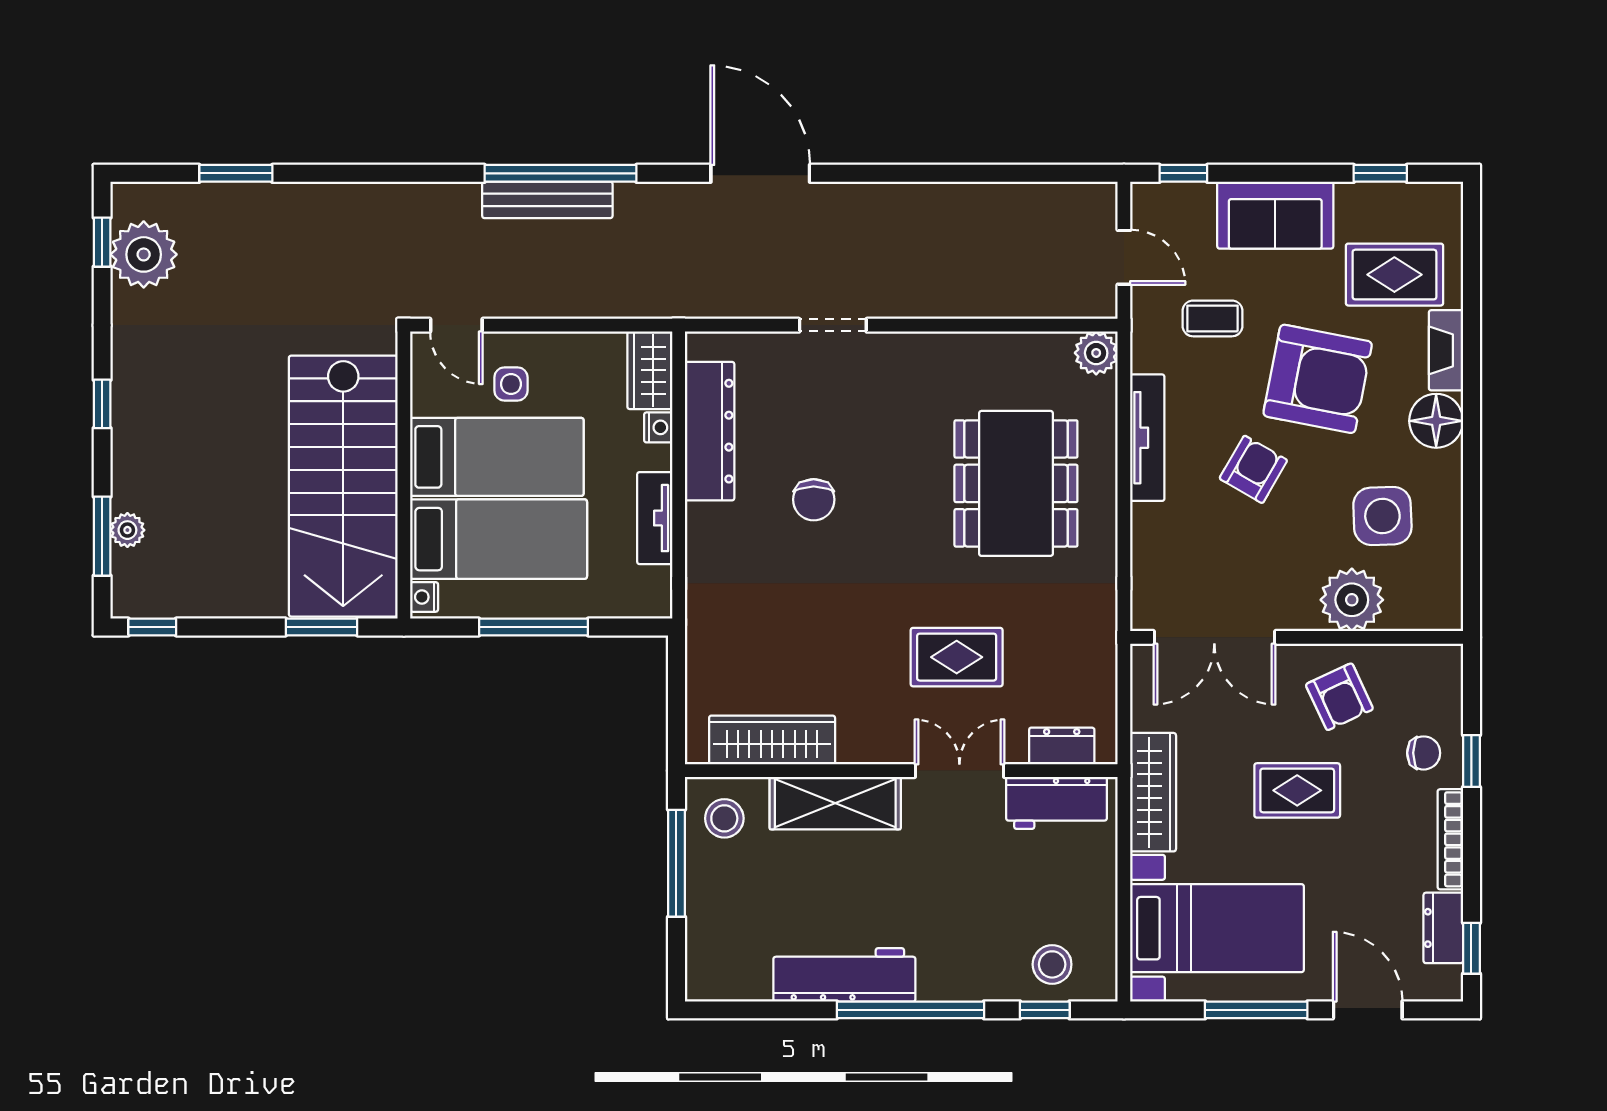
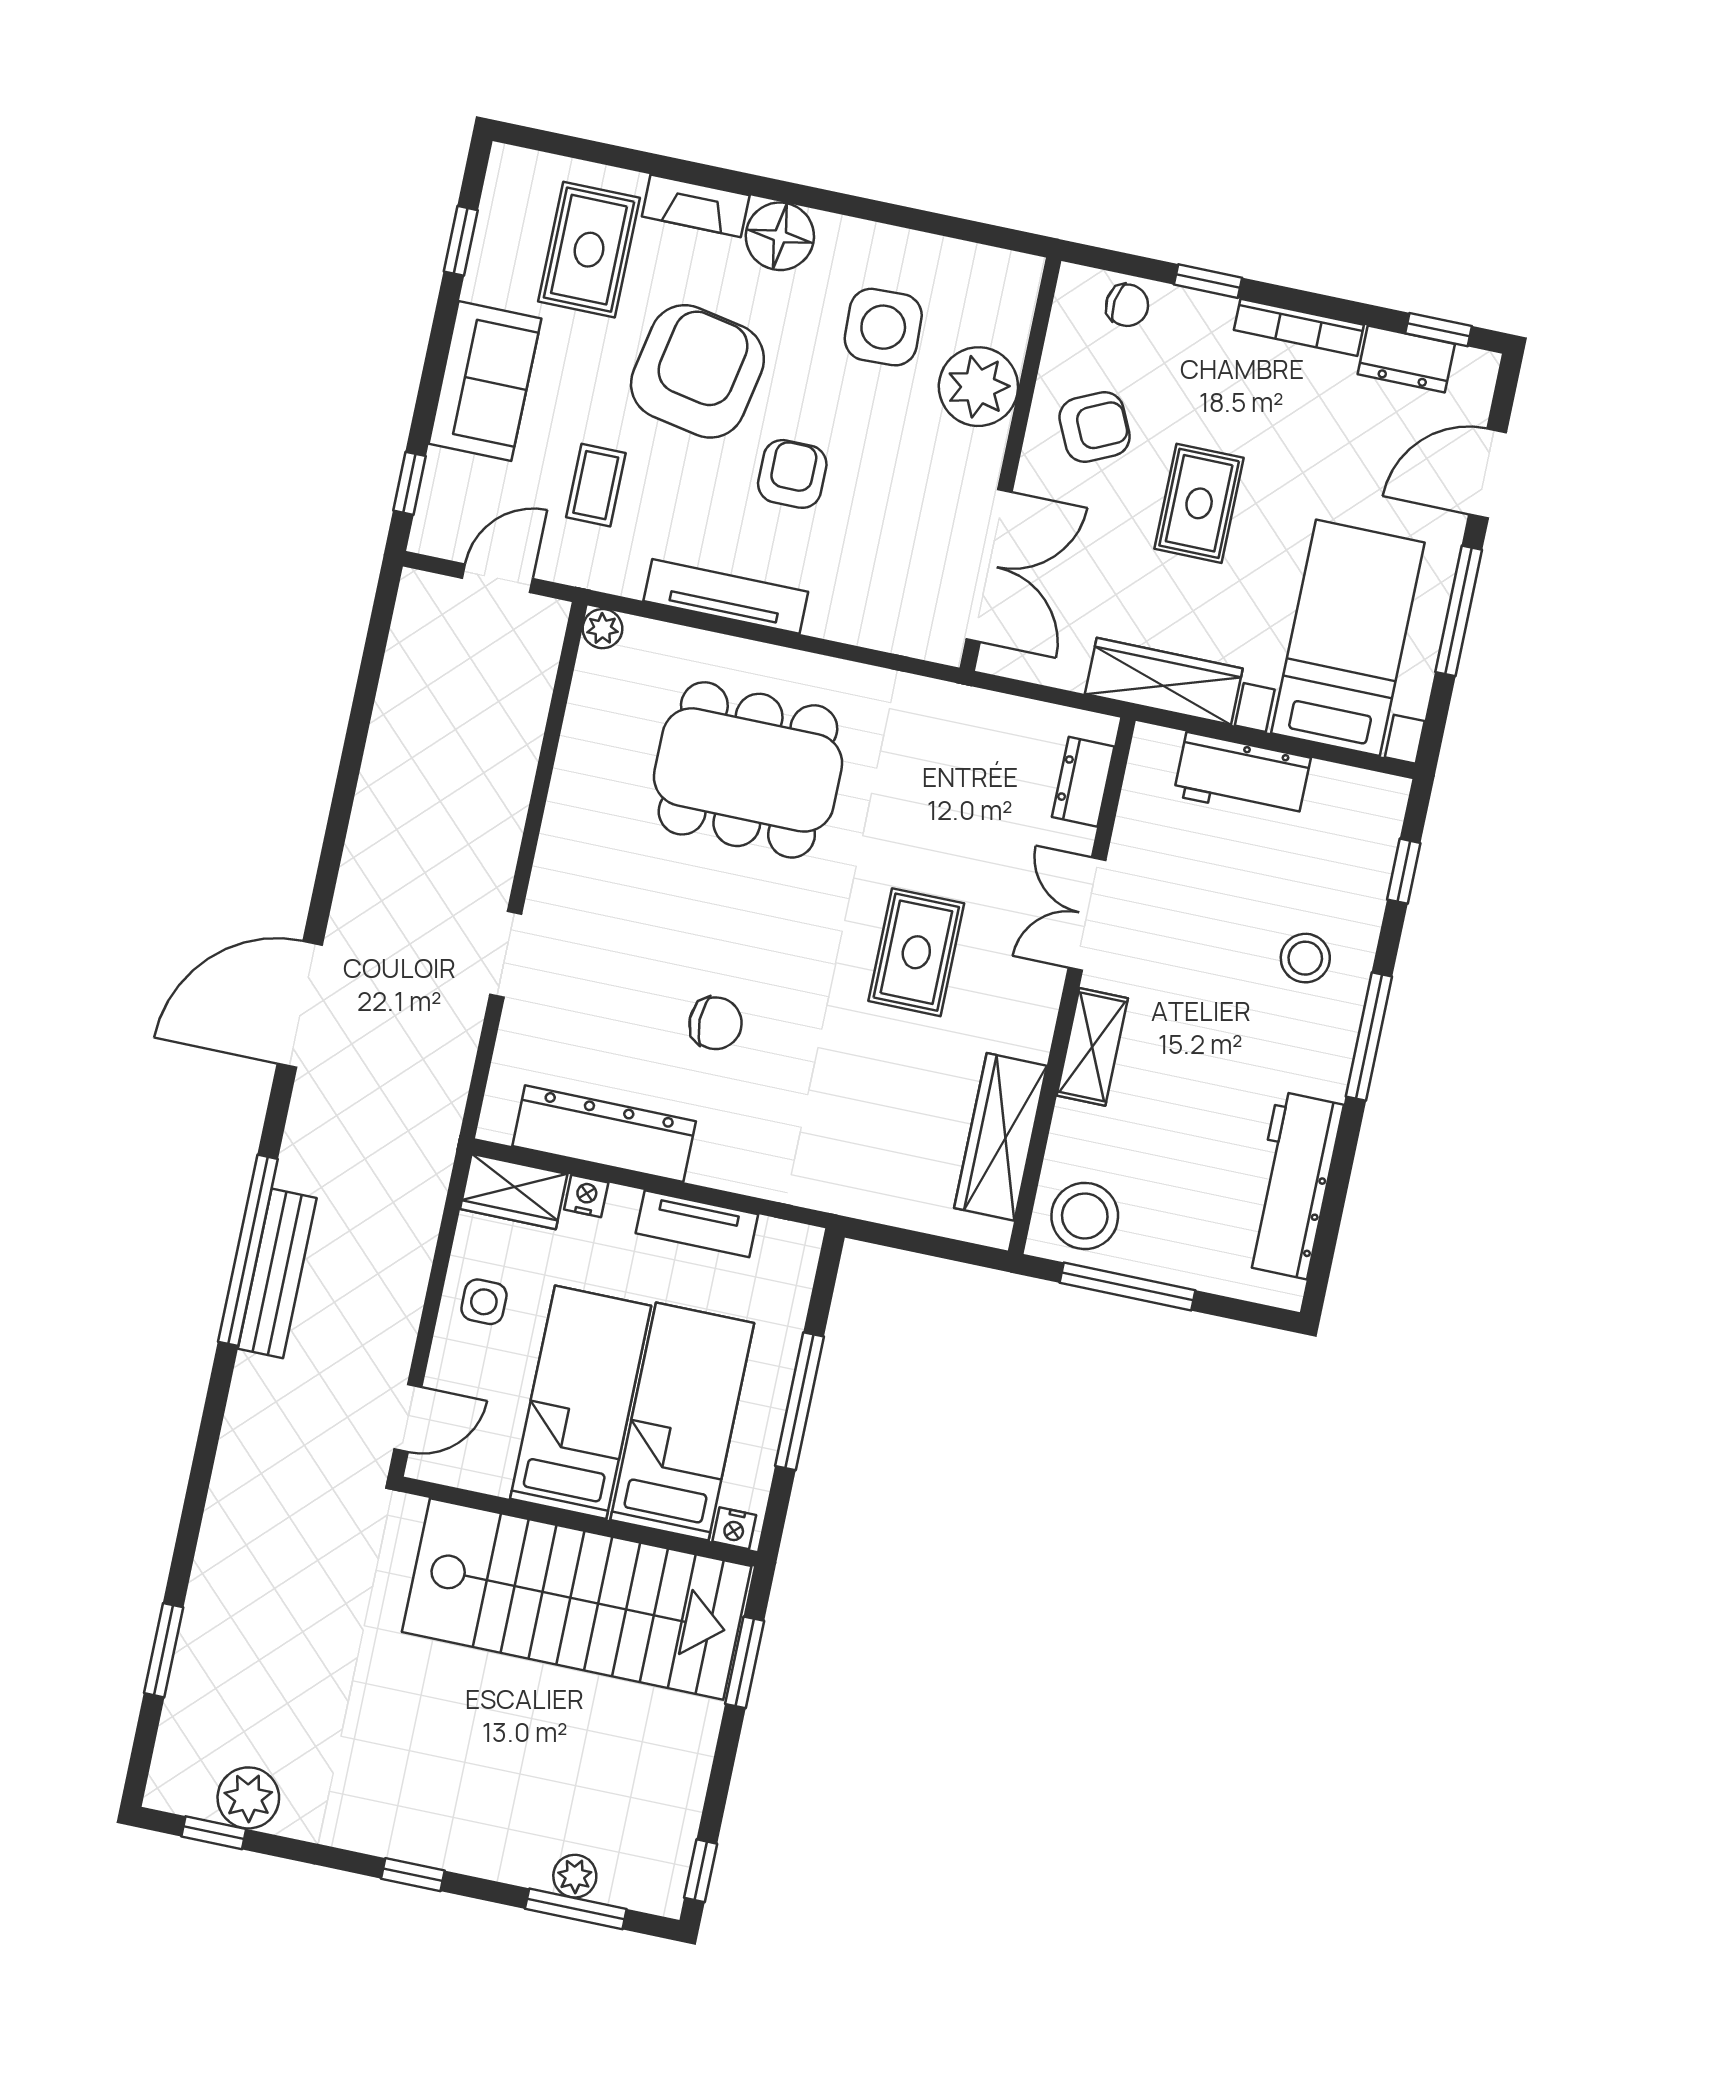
plant: (144, 254) -> (248, 1798), width x0.73, depth x0.73
plant: (1096, 353) -> (602, 629), width x0.73, depth x0.73
side table: (511, 384) -> (484, 1302), moved
armchair: (1253, 469) -> (792, 474), turned 60
rug: (957, 657) -> (916, 952), moved
chair: (1424, 753) -> (1127, 305), moved, turned 97
shelving: (835, 803) -> (1092, 1047), width x0.67, depth x0.75
workbench: (1057, 803) -> (1242, 777), moved, turned 90
stool: (724, 818) -> (1085, 1216), width x1.38, depth x1.38
stool: (1052, 964) -> (1305, 958), moved
workbench: (844, 975) -> (1293, 1185), moved
window: (910, 1010) -> (1369, 1037), width x0.68

